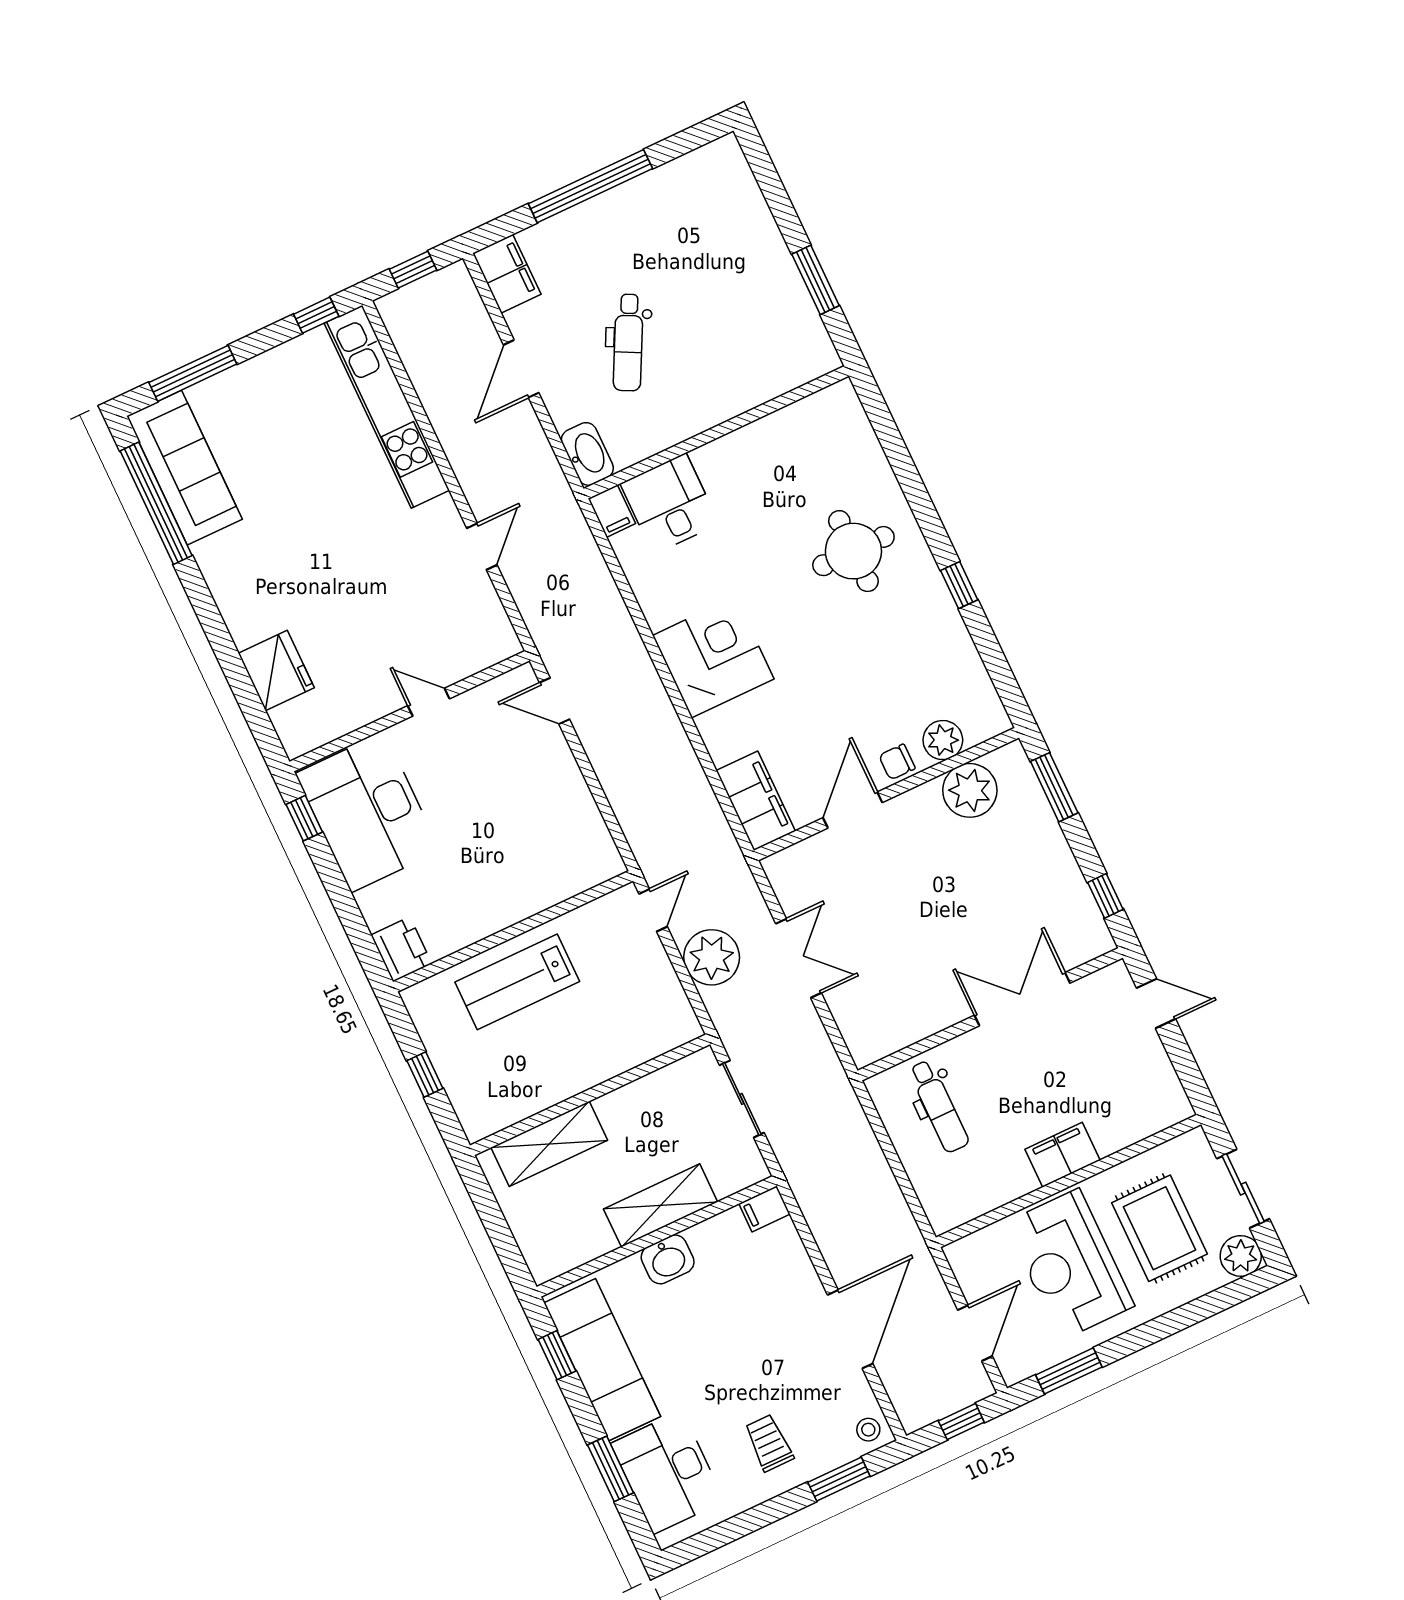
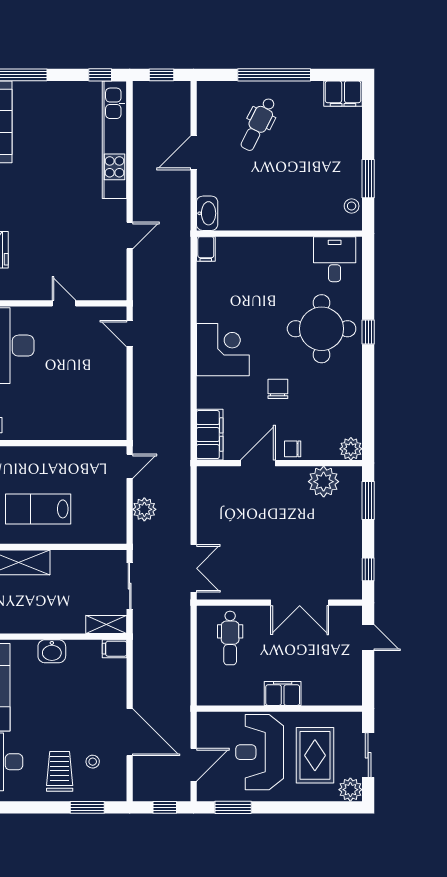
filing cabinet: (507, 274) -> (343, 94), moved, turned 90
stool: (810, 335) -> (352, 206), added
dental chair: (628, 342) -> (258, 124), moved
desk: (670, 504) -> (335, 259), moved
round table: (853, 551) -> (322, 329), width x1.36, depth x1.36
window: (959, 585) -> (368, 332), moved
chair: (829, 678) -> (278, 389), added
plant: (943, 740) -> (351, 449), moved
plant: (712, 957) -> (144, 509), width x0.73, depth x0.73
double door: (799, 958) -> (194, 568), moved
lab bench: (517, 982) -> (38, 509), moved
double door: (1022, 999) -> (300, 603), swing flipped
shelving: (661, 1205) -> (106, 625), moved, width x0.67, depth x0.75
door: (850, 1329) -> (130, 732), hinge flipped
stool: (868, 1430) -> (93, 762), moved
trolley: (769, 1443) -> (60, 771), width x1.36, depth x1.39

